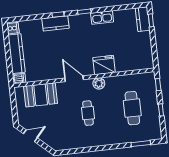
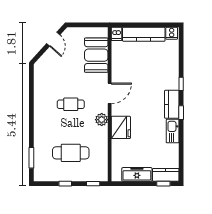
kitchen counter: (56, 23) -> (172, 104), moved
freezer: (145, 46) -> (137, 174), added

